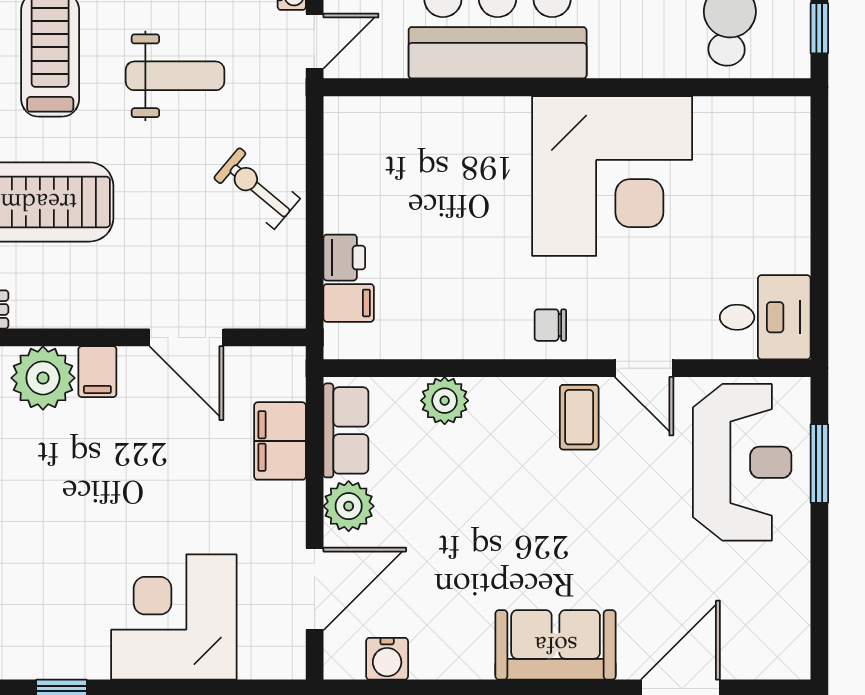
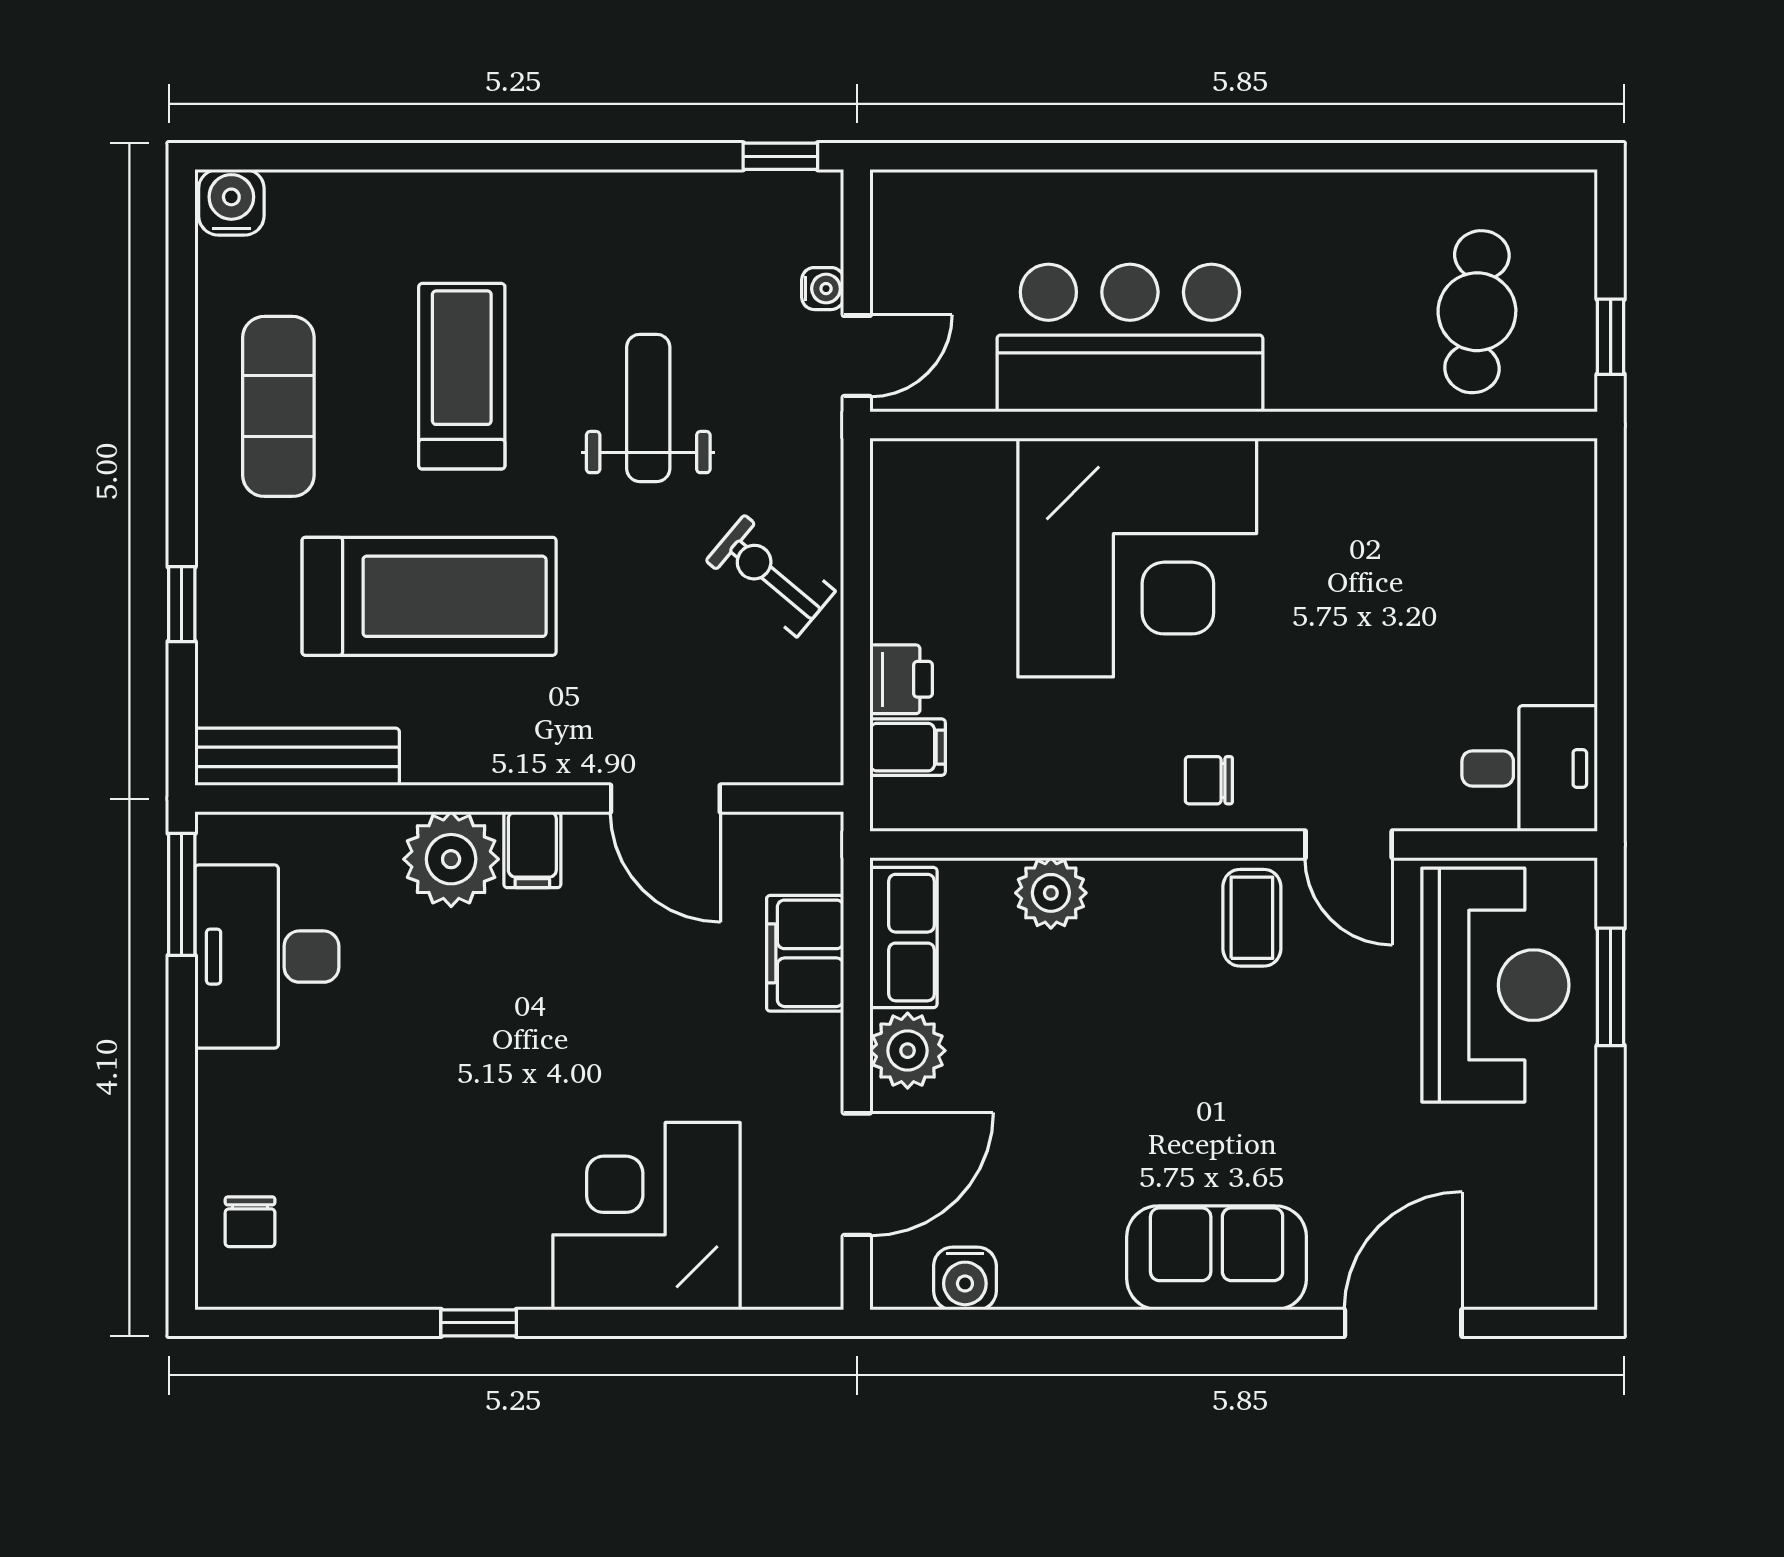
weight bench: (175, 76) -> (648, 408), turned -90
corner desk: (612, 176) -> (1137, 557), moved

